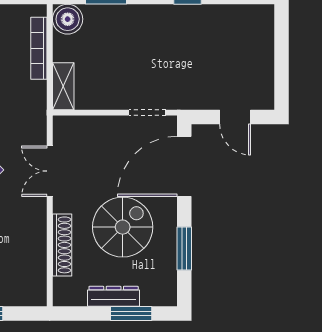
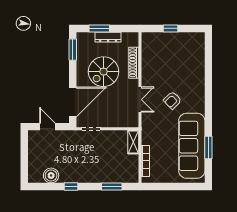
boiler: (68, 19) -> (51, 175), moved
window: (184, 249) -> (73, 50), moved

